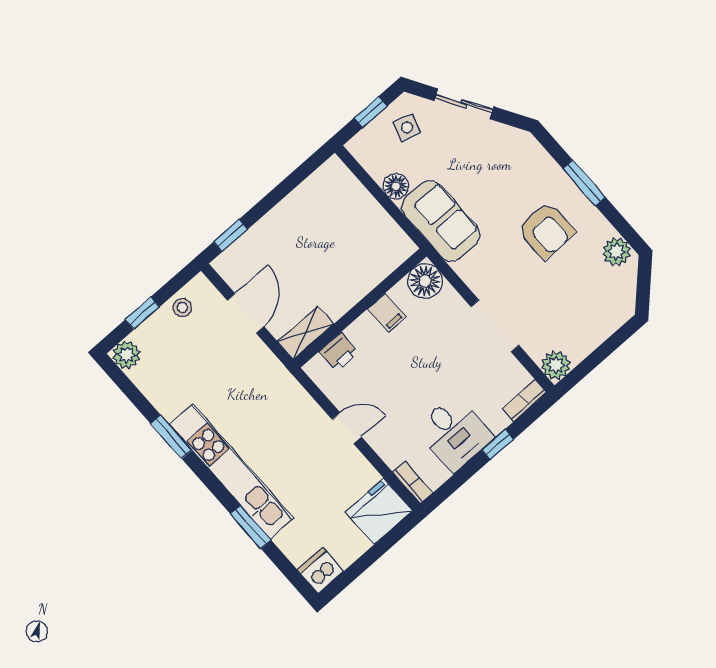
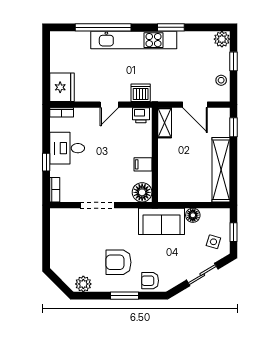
armchair: (534, 166) -> (150, 281), added
shelving: (302, 202) -> (221, 170), added
printer: (339, 352) -> (141, 115), moved, turned -90
plant: (556, 365) -> (58, 216), removed
window: (251, 527) -> (103, 27), width x2.11
dishwasher: (321, 571) -> (141, 93), moved, turned -90

